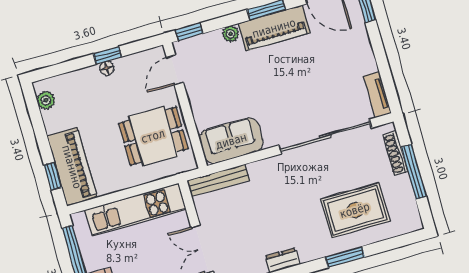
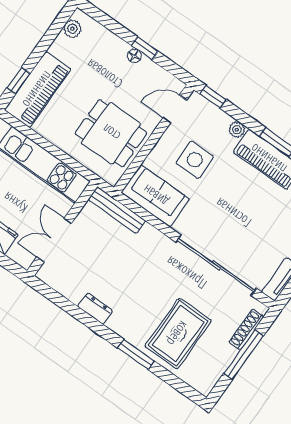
side table: (228, 86) -> (195, 160), added
rug: (355, 210) -> (178, 334), turned 90

